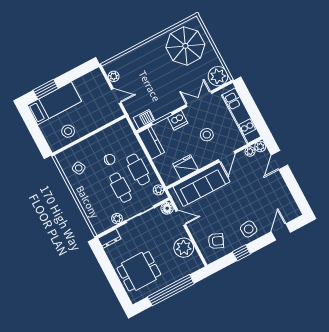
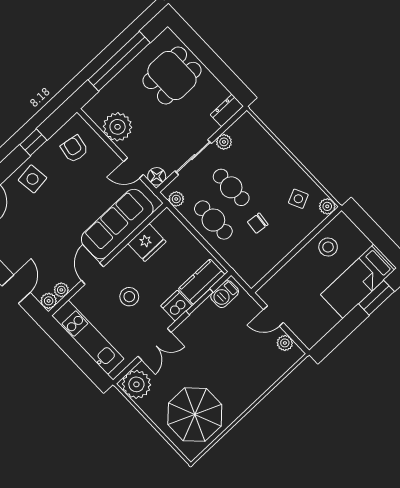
kitchen counter: (151, 143) -> (202, 282), moved, turned 90
plant: (61, 158) -> (327, 206), added
armchair: (216, 241) -> (74, 149), turned 77

